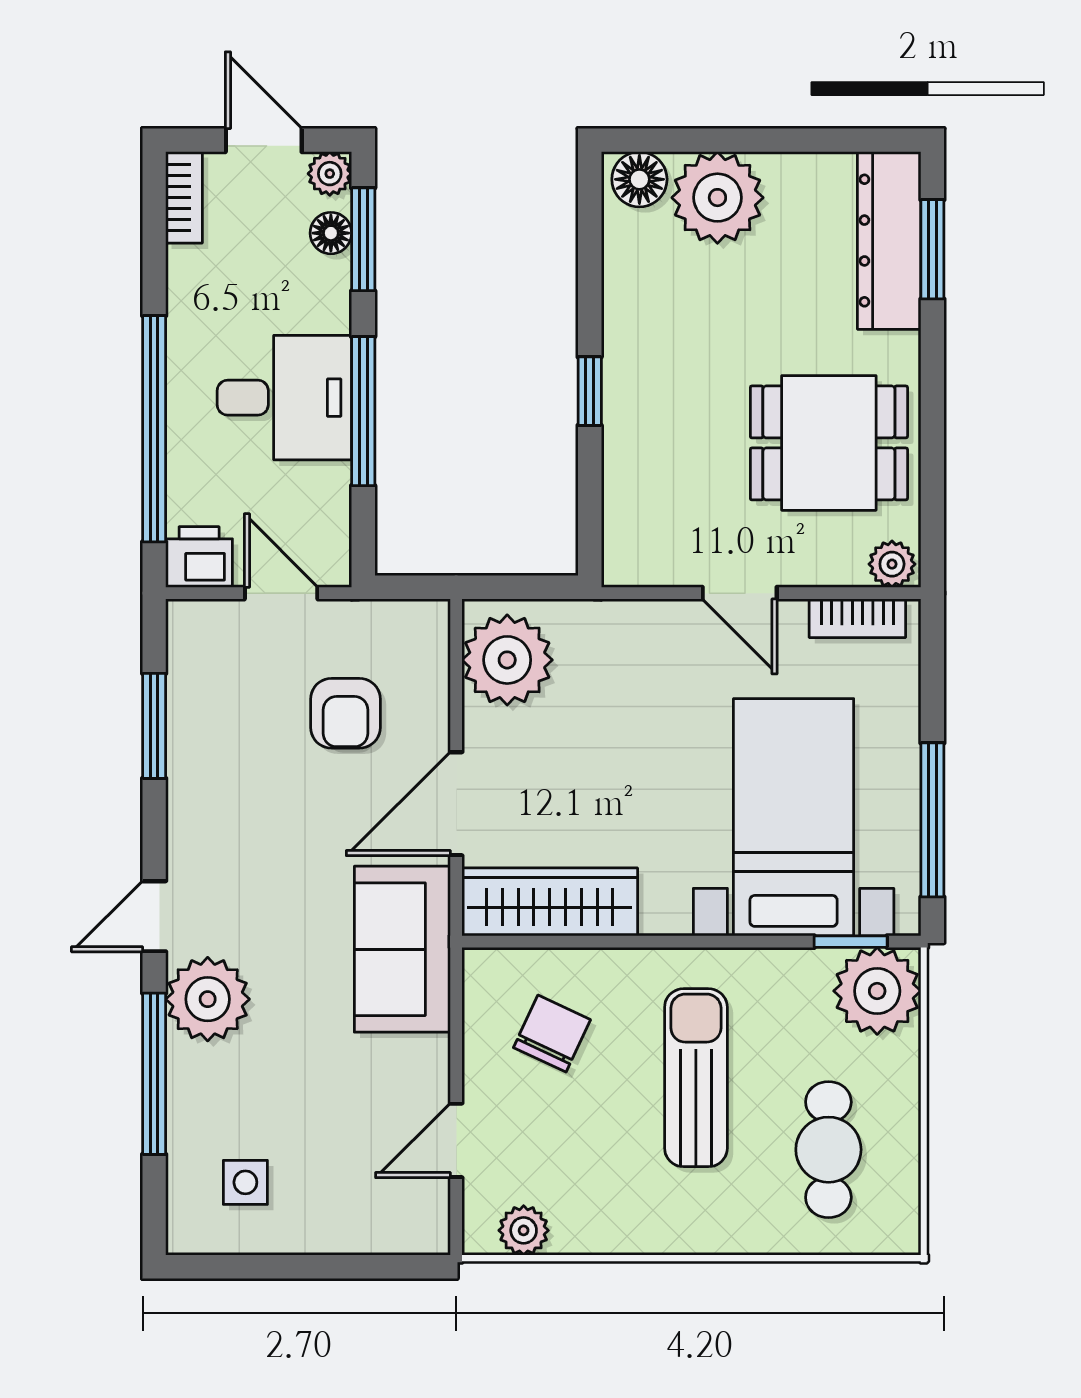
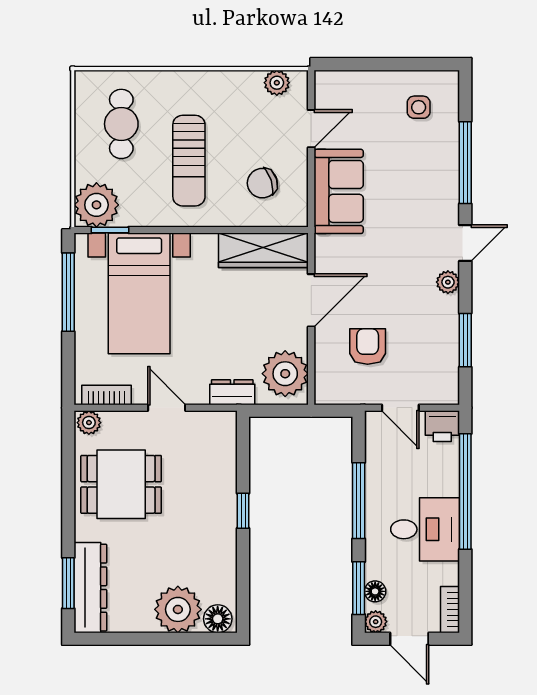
desk: (284, 398) -> (425, 529), moved, turned 180
dresser: (611, 624) -> (232, 392), added
sofa: (402, 949) -> (339, 191), moved
plant: (208, 999) -> (448, 282), moved, width x0.53, depth x0.53
chair: (552, 1034) -> (262, 183), turned 47

